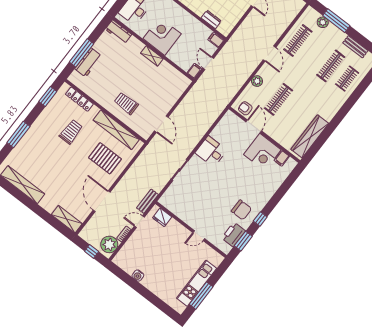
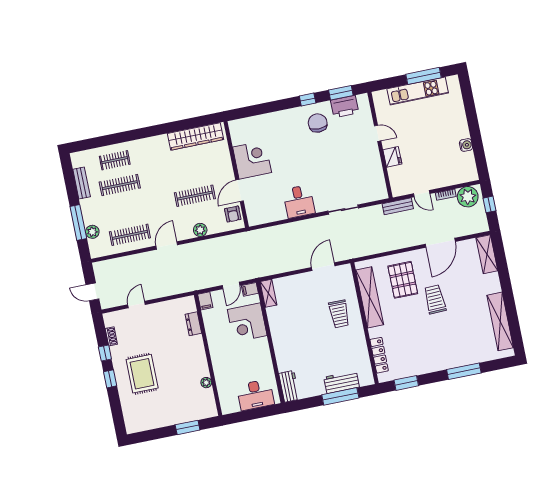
corner desk: (162, 36) -> (247, 323), moved
shelving: (152, 56) -> (268, 293), moved
trolley: (71, 132) -> (435, 299), moved, turned 88
filing cabinet: (282, 158) -> (239, 139), removed
fridge: (162, 217) -> (392, 157), moved

